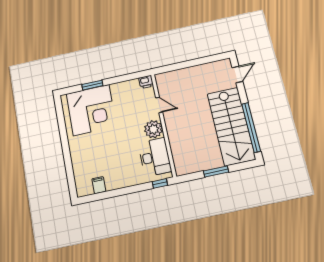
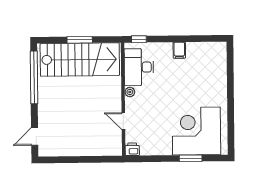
stairs: (231, 126) -> (80, 60), moved, turned 90
plant: (153, 129) -> (130, 92), width x0.53, depth x0.53
filing cabinet: (99, 185) -> (179, 50), moved

